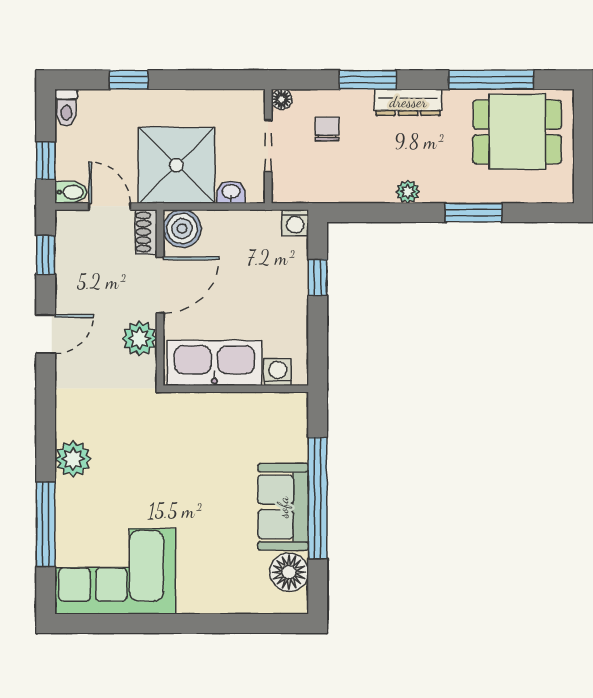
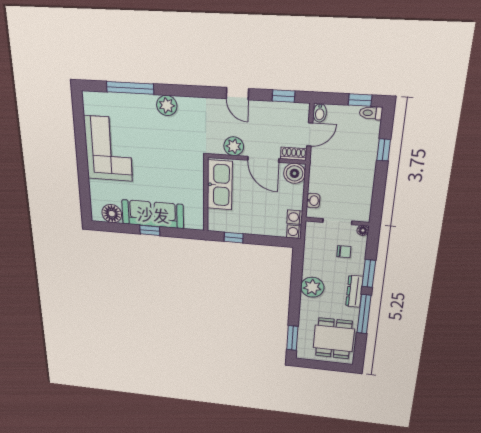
window: (491, 80) -> (364, 314), moved
window: (46, 161) -> (360, 100), moved
shower: (177, 165) -> (331, 173), removed
plant: (408, 192) -> (312, 287), width x1.88, depth x1.88
window: (474, 213) -> (292, 338), moved
window: (318, 277) -> (234, 238), moved
washing machine: (278, 372) -> (295, 217), moved, turned 180
window: (318, 498) -> (150, 230), width x0.32
sofa: (283, 507) -> (153, 214), width x1.36
corner sofa: (115, 571) -> (108, 149), moved

